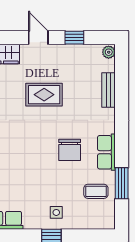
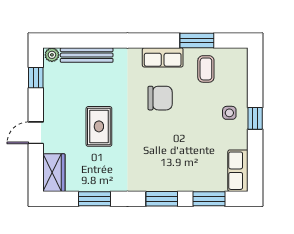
window: (74, 38) -> (36, 78), moved
bench: (108, 90) -> (87, 55), width x1.36

